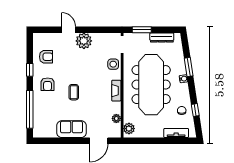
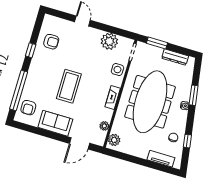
plant: (84, 41) -> (109, 41), moved
armchair: (48, 84) -> (28, 108), moved
coffee table: (74, 92) -> (69, 86), width x1.86, depth x1.72

